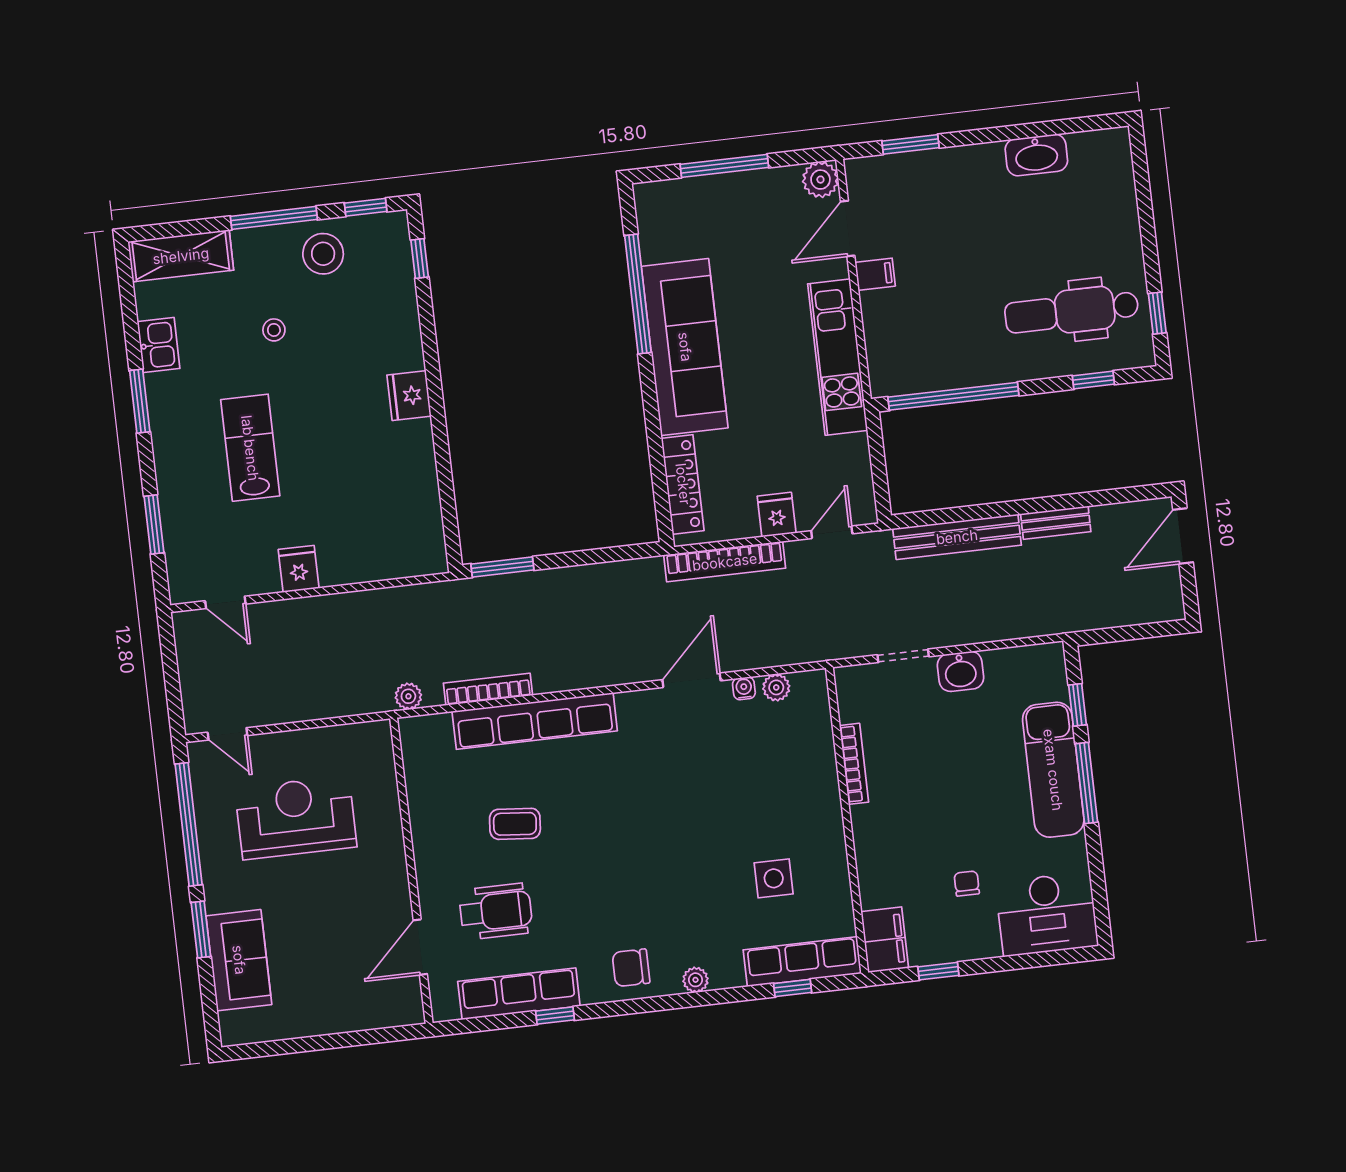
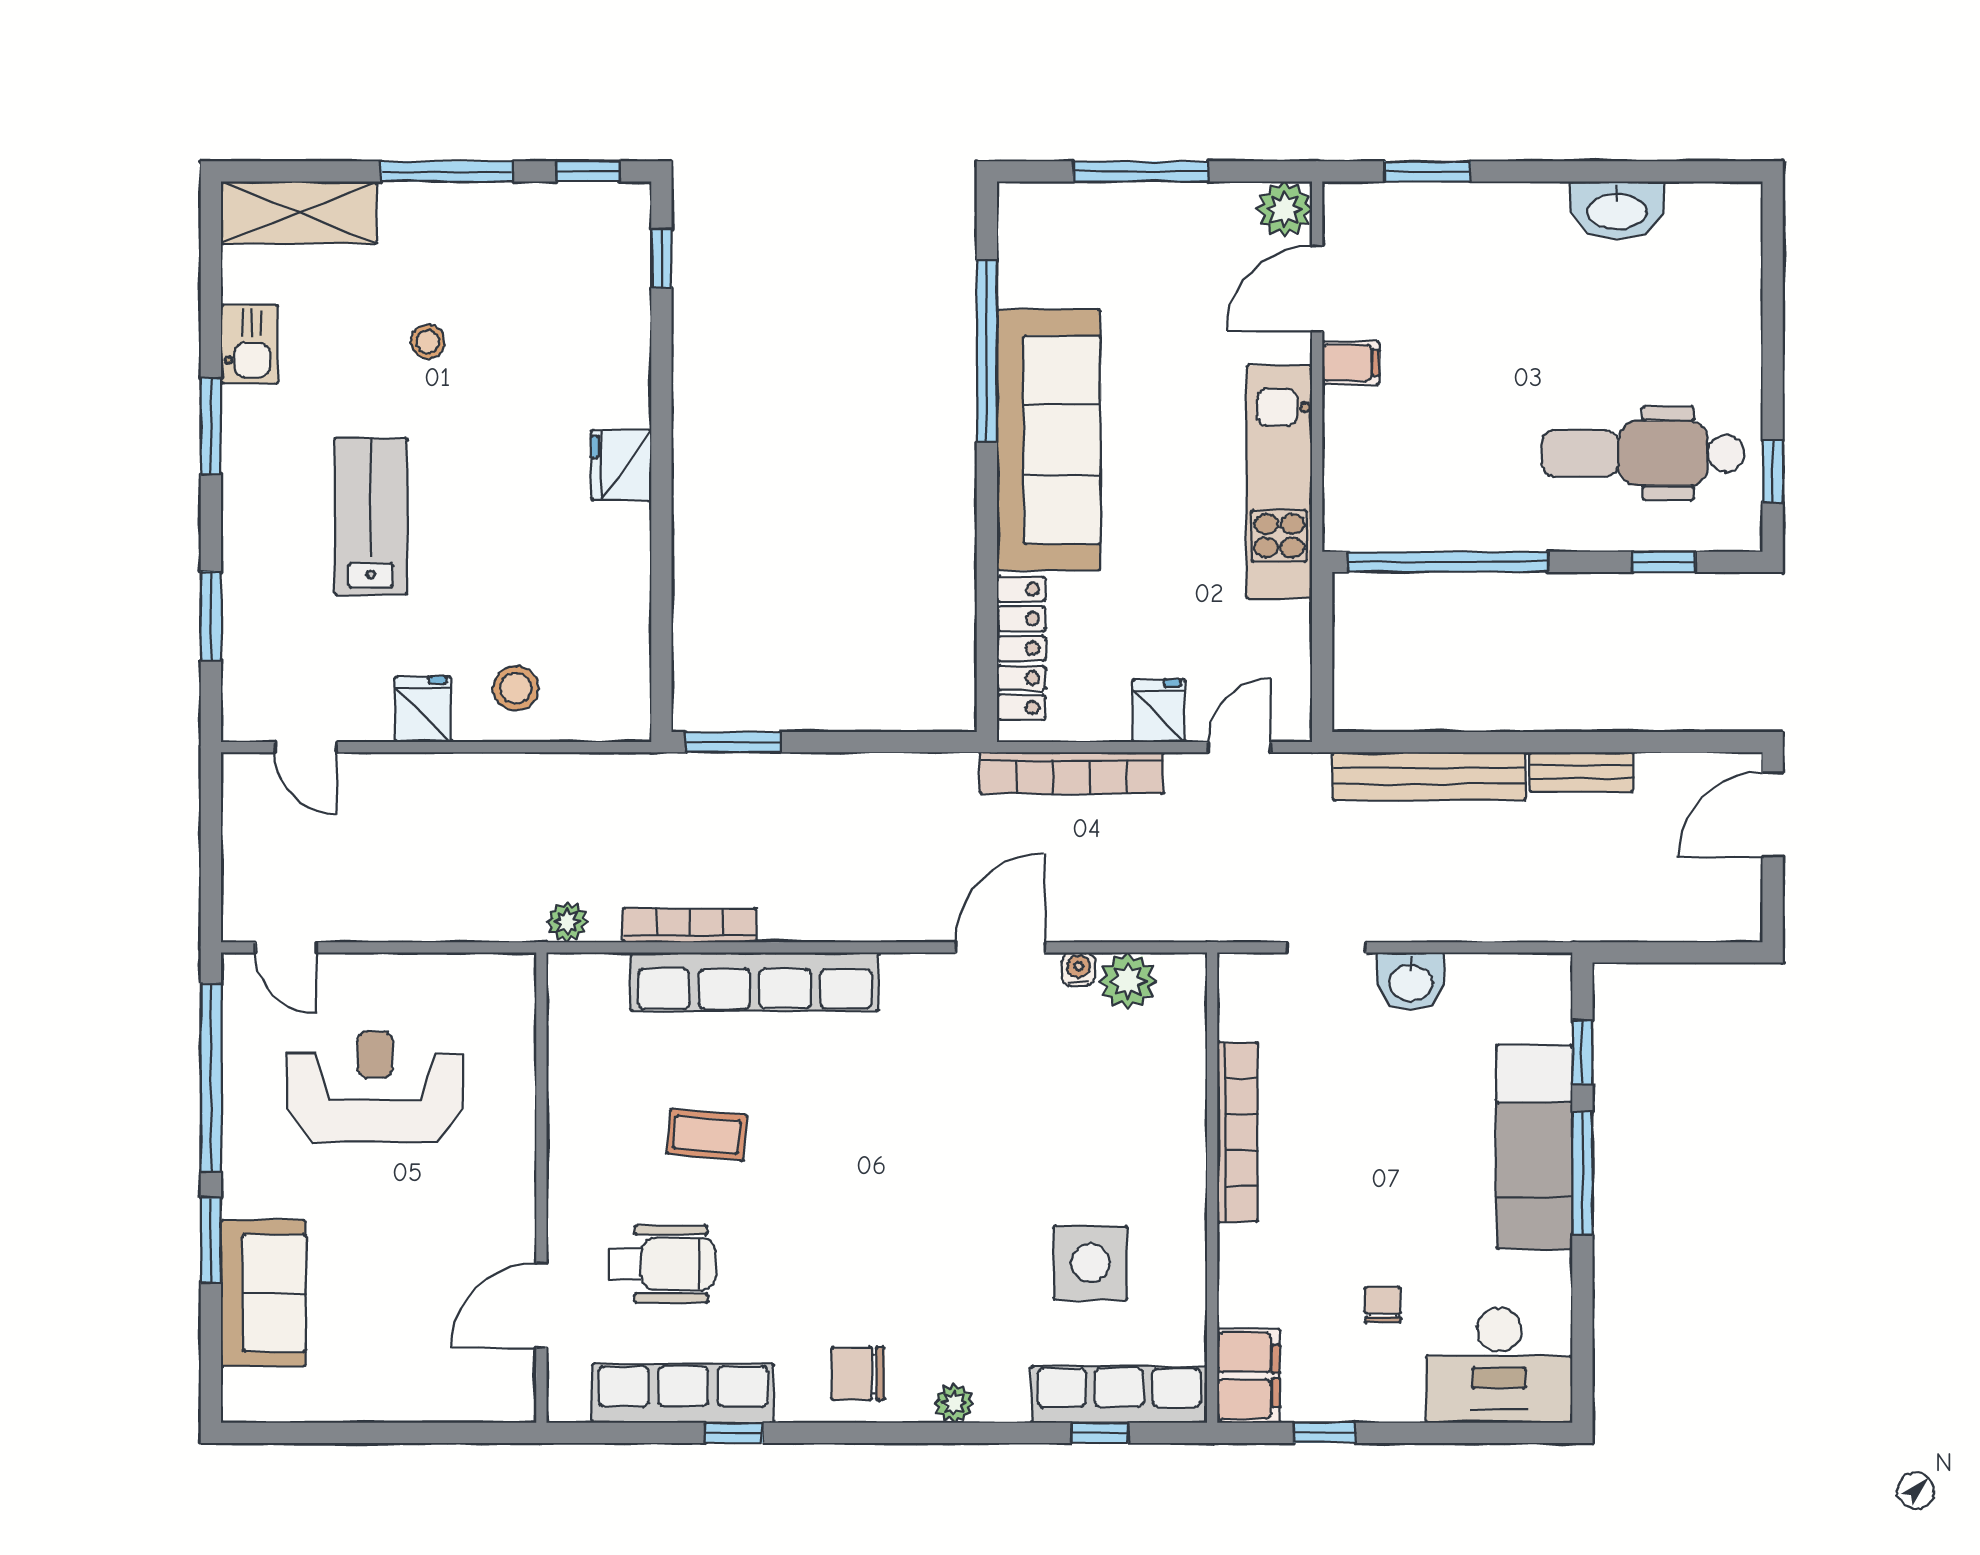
stool: (323, 254) -> (516, 688), moved, width x0.73, depth x0.73
plant: (776, 687) -> (1128, 981), width x1.38, depth x1.38
bookcase: (854, 764) -> (1237, 1132), width x1.48, depth x1.31
side table: (774, 878) -> (1090, 1263), width x1.37, depth x1.37

